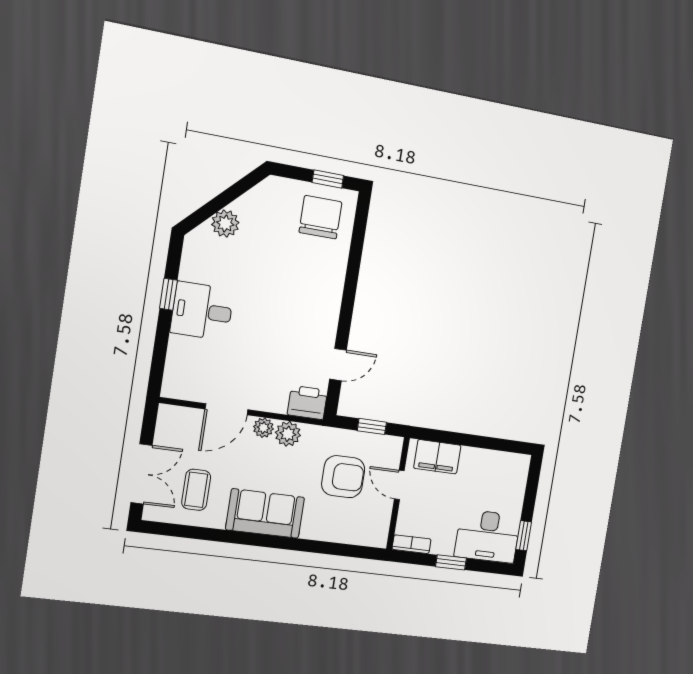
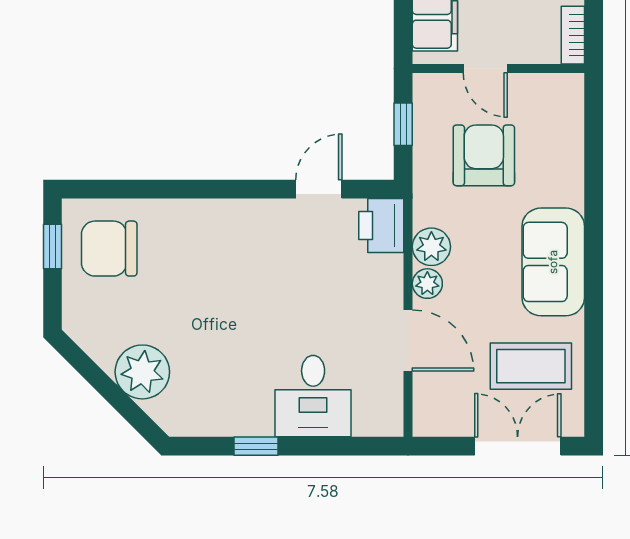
plant: (225, 224) -> (142, 372), width x1.36, depth x1.36
desk: (202, 311) -> (313, 396), moved
door: (338, 365) -> (319, 189), hinge flipped
door: (399, 485) -> (485, 69), hinge flipped
coffee table: (196, 490) -> (531, 366), width x1.36, depth x1.30

